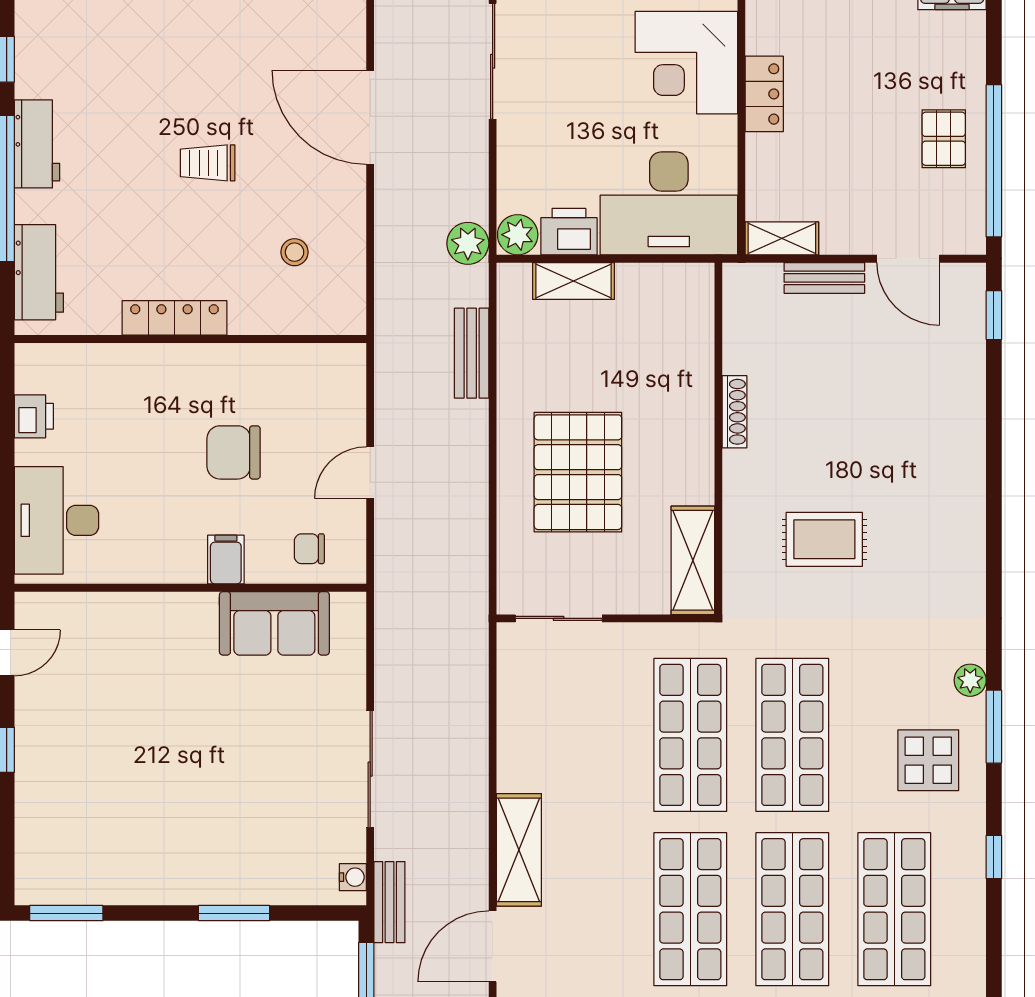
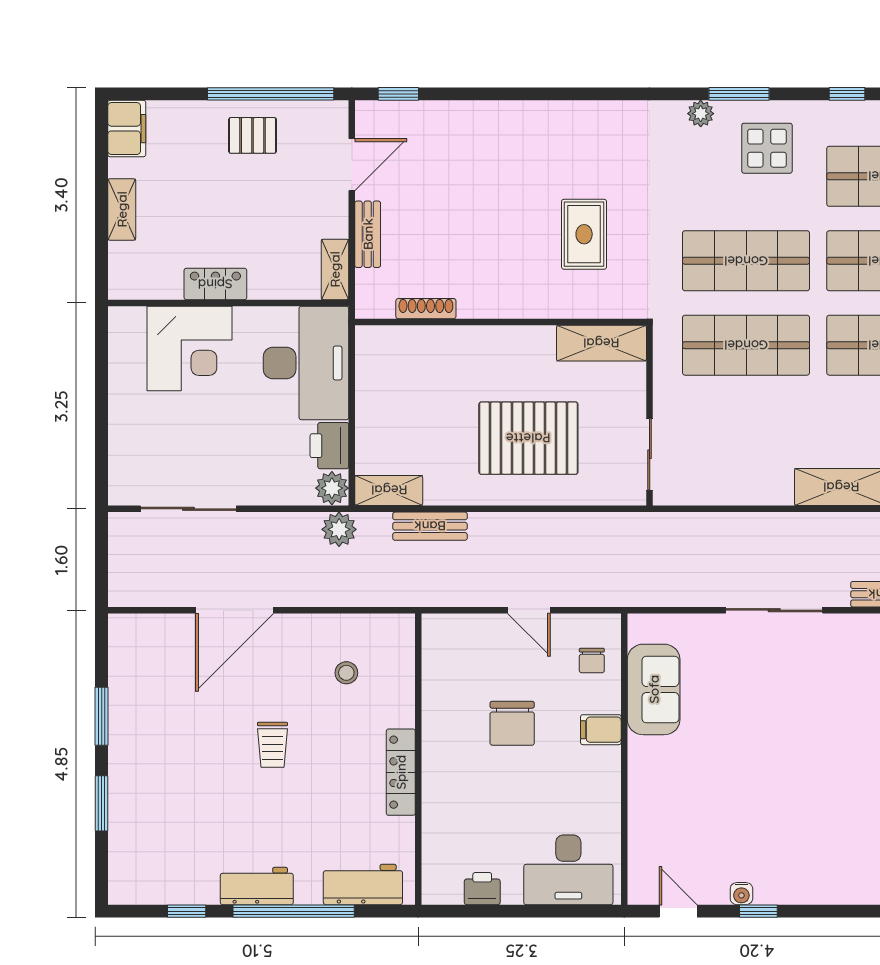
shelving: (573, 281) -> (389, 490), moved, turned 90
shoe rack: (734, 412) -> (426, 309), moved
water cooler: (353, 877) -> (741, 894), moved, turned 180

